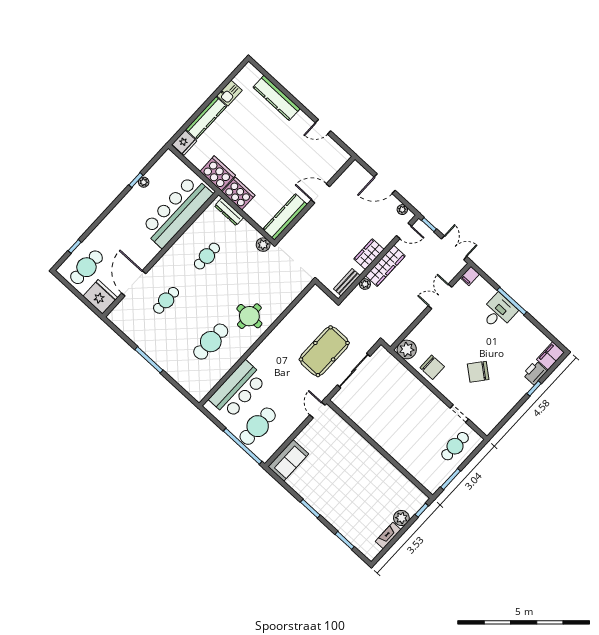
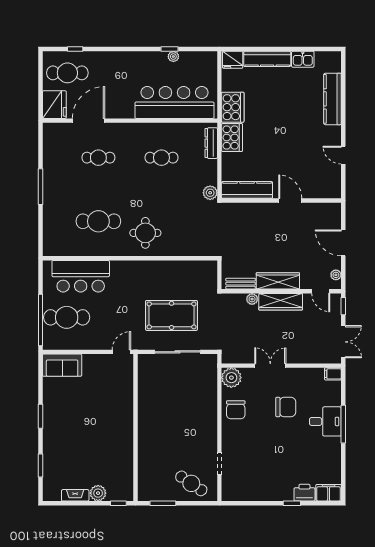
wardrobe: (369, 254) -> (278, 281), width x1.50
double door: (440, 296) -> (270, 366), moved
chair: (478, 372) -> (286, 407), moved, turned 141
cafe table: (455, 446) -> (191, 483), turned 34

